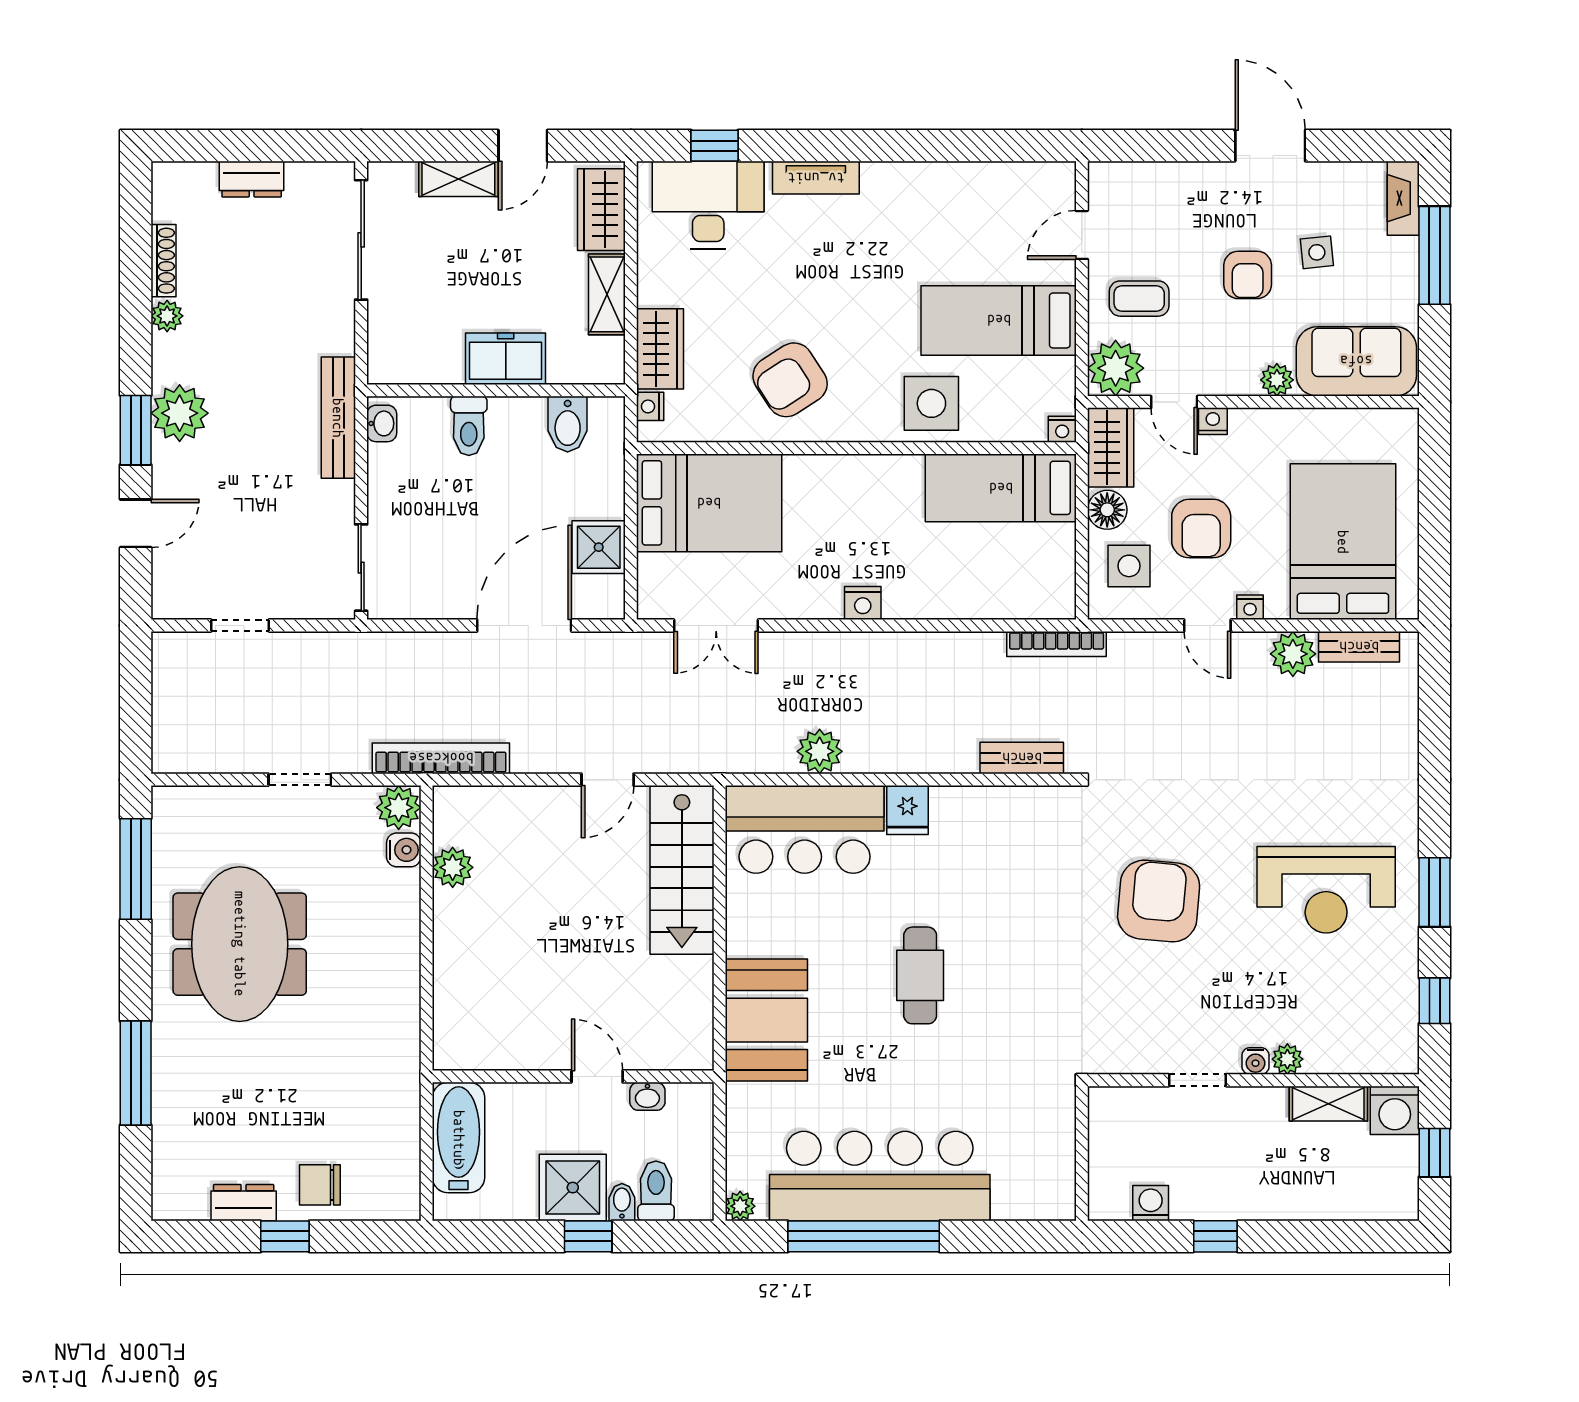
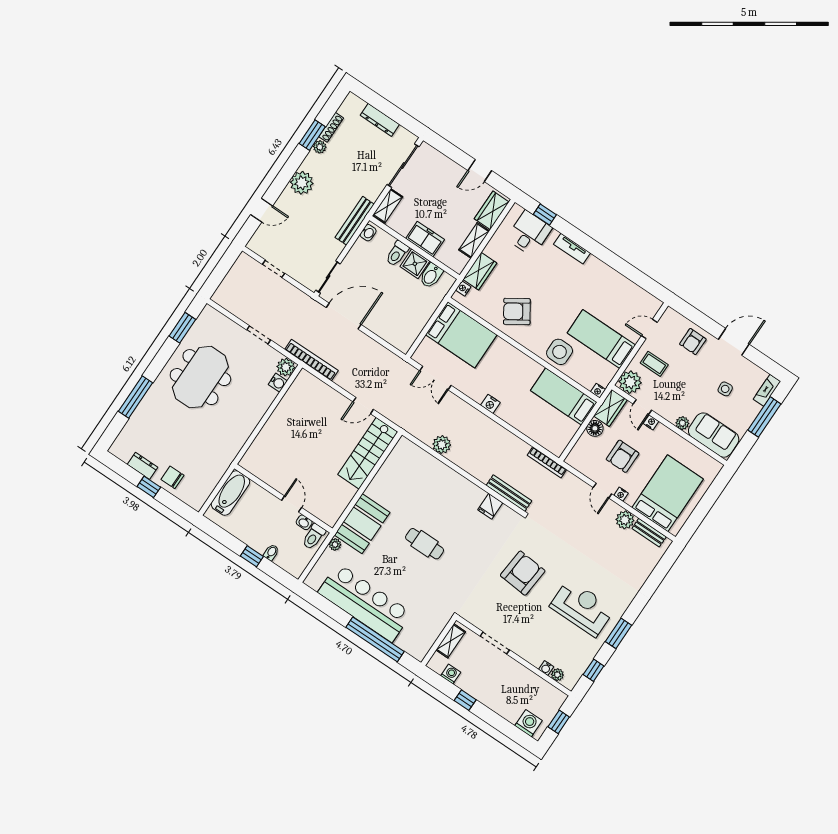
door: (1270, 146) -> (734, 342), hinge flipped
dresser: (252, 179) -> (380, 120), width x1.44
shelving: (458, 179) -> (388, 206), moved, turned 90
desk: (708, 205) -> (529, 233), width x0.73
armchair: (1248, 275) -> (693, 342), moved
window: (136, 430) -> (312, 135), moved
shower: (599, 547) -> (415, 264), moved
side table: (1129, 566) -> (589, 452), removed
door: (524, 625) -> (344, 316), moved
bench: (1022, 758) -> (509, 493), width x1.36
fridge: (907, 810) -> (490, 506), moved
bar counter: (805, 829) -> (419, 468), removed
plant: (453, 867) -> (290, 400), removed
window: (136, 869) -> (182, 328), width x0.69
reception desk: (1326, 890) -> (582, 608), turned 180
cafe table: (920, 975) -> (425, 544), turned 90
plant: (1287, 1059) -> (557, 675), moved
water cooler: (1255, 1061) -> (546, 668), moved
doorway: (1198, 1080) -> (495, 643), width x1.38
shelving: (1328, 1104) -> (451, 641), moved, turned 90
washing machine: (1395, 1110) -> (528, 723), moved, turned 180
shower: (573, 1188) -> (258, 536), removed
toilet: (656, 1191) -> (314, 537), moved, turned 180
plant: (740, 1206) -> (335, 545), moved
window: (864, 1236) -> (375, 639), moved

